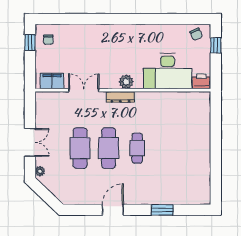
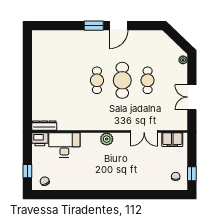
desk: (168, 71) -> (64, 145), width x0.73, depth x0.77
dresser: (120, 97) -> (44, 126), moved
double door: (30, 142) -> (192, 97), moved
cafe table: (80, 148) -> (148, 80), width x0.73, depth x0.74
window: (162, 210) -> (94, 26), moved

